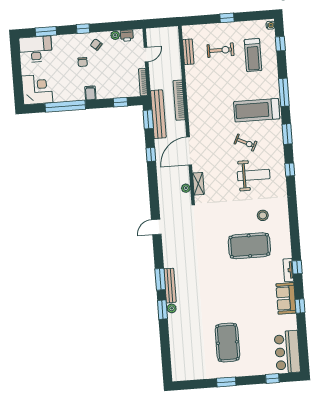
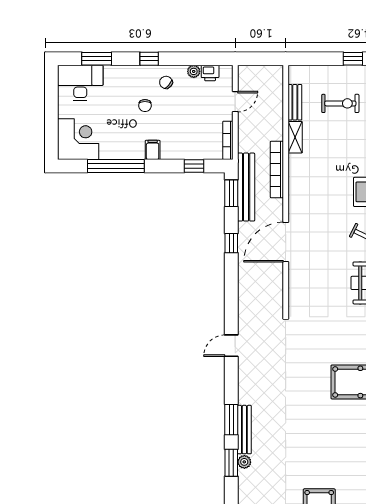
shelving: (198, 184) -> (295, 137), moved
plant: (186, 188) -> (277, 294), removed

